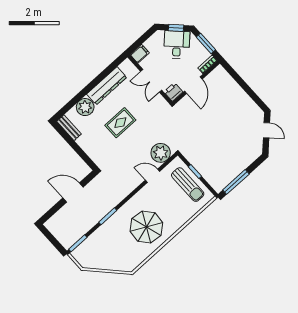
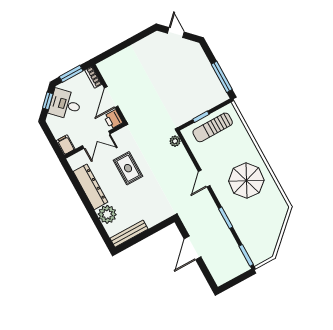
door: (193, 85) -> (111, 97), swing flipped
rug: (120, 123) -> (128, 168), moved
bench: (69, 128) -> (129, 234), width x1.36
door: (266, 130) -> (176, 33), hinge flipped
plant: (161, 153) -> (175, 141), width x0.53, depth x0.53
door: (152, 176) -> (204, 179), moved
sun lounger: (188, 185) -> (213, 127), turned 180

